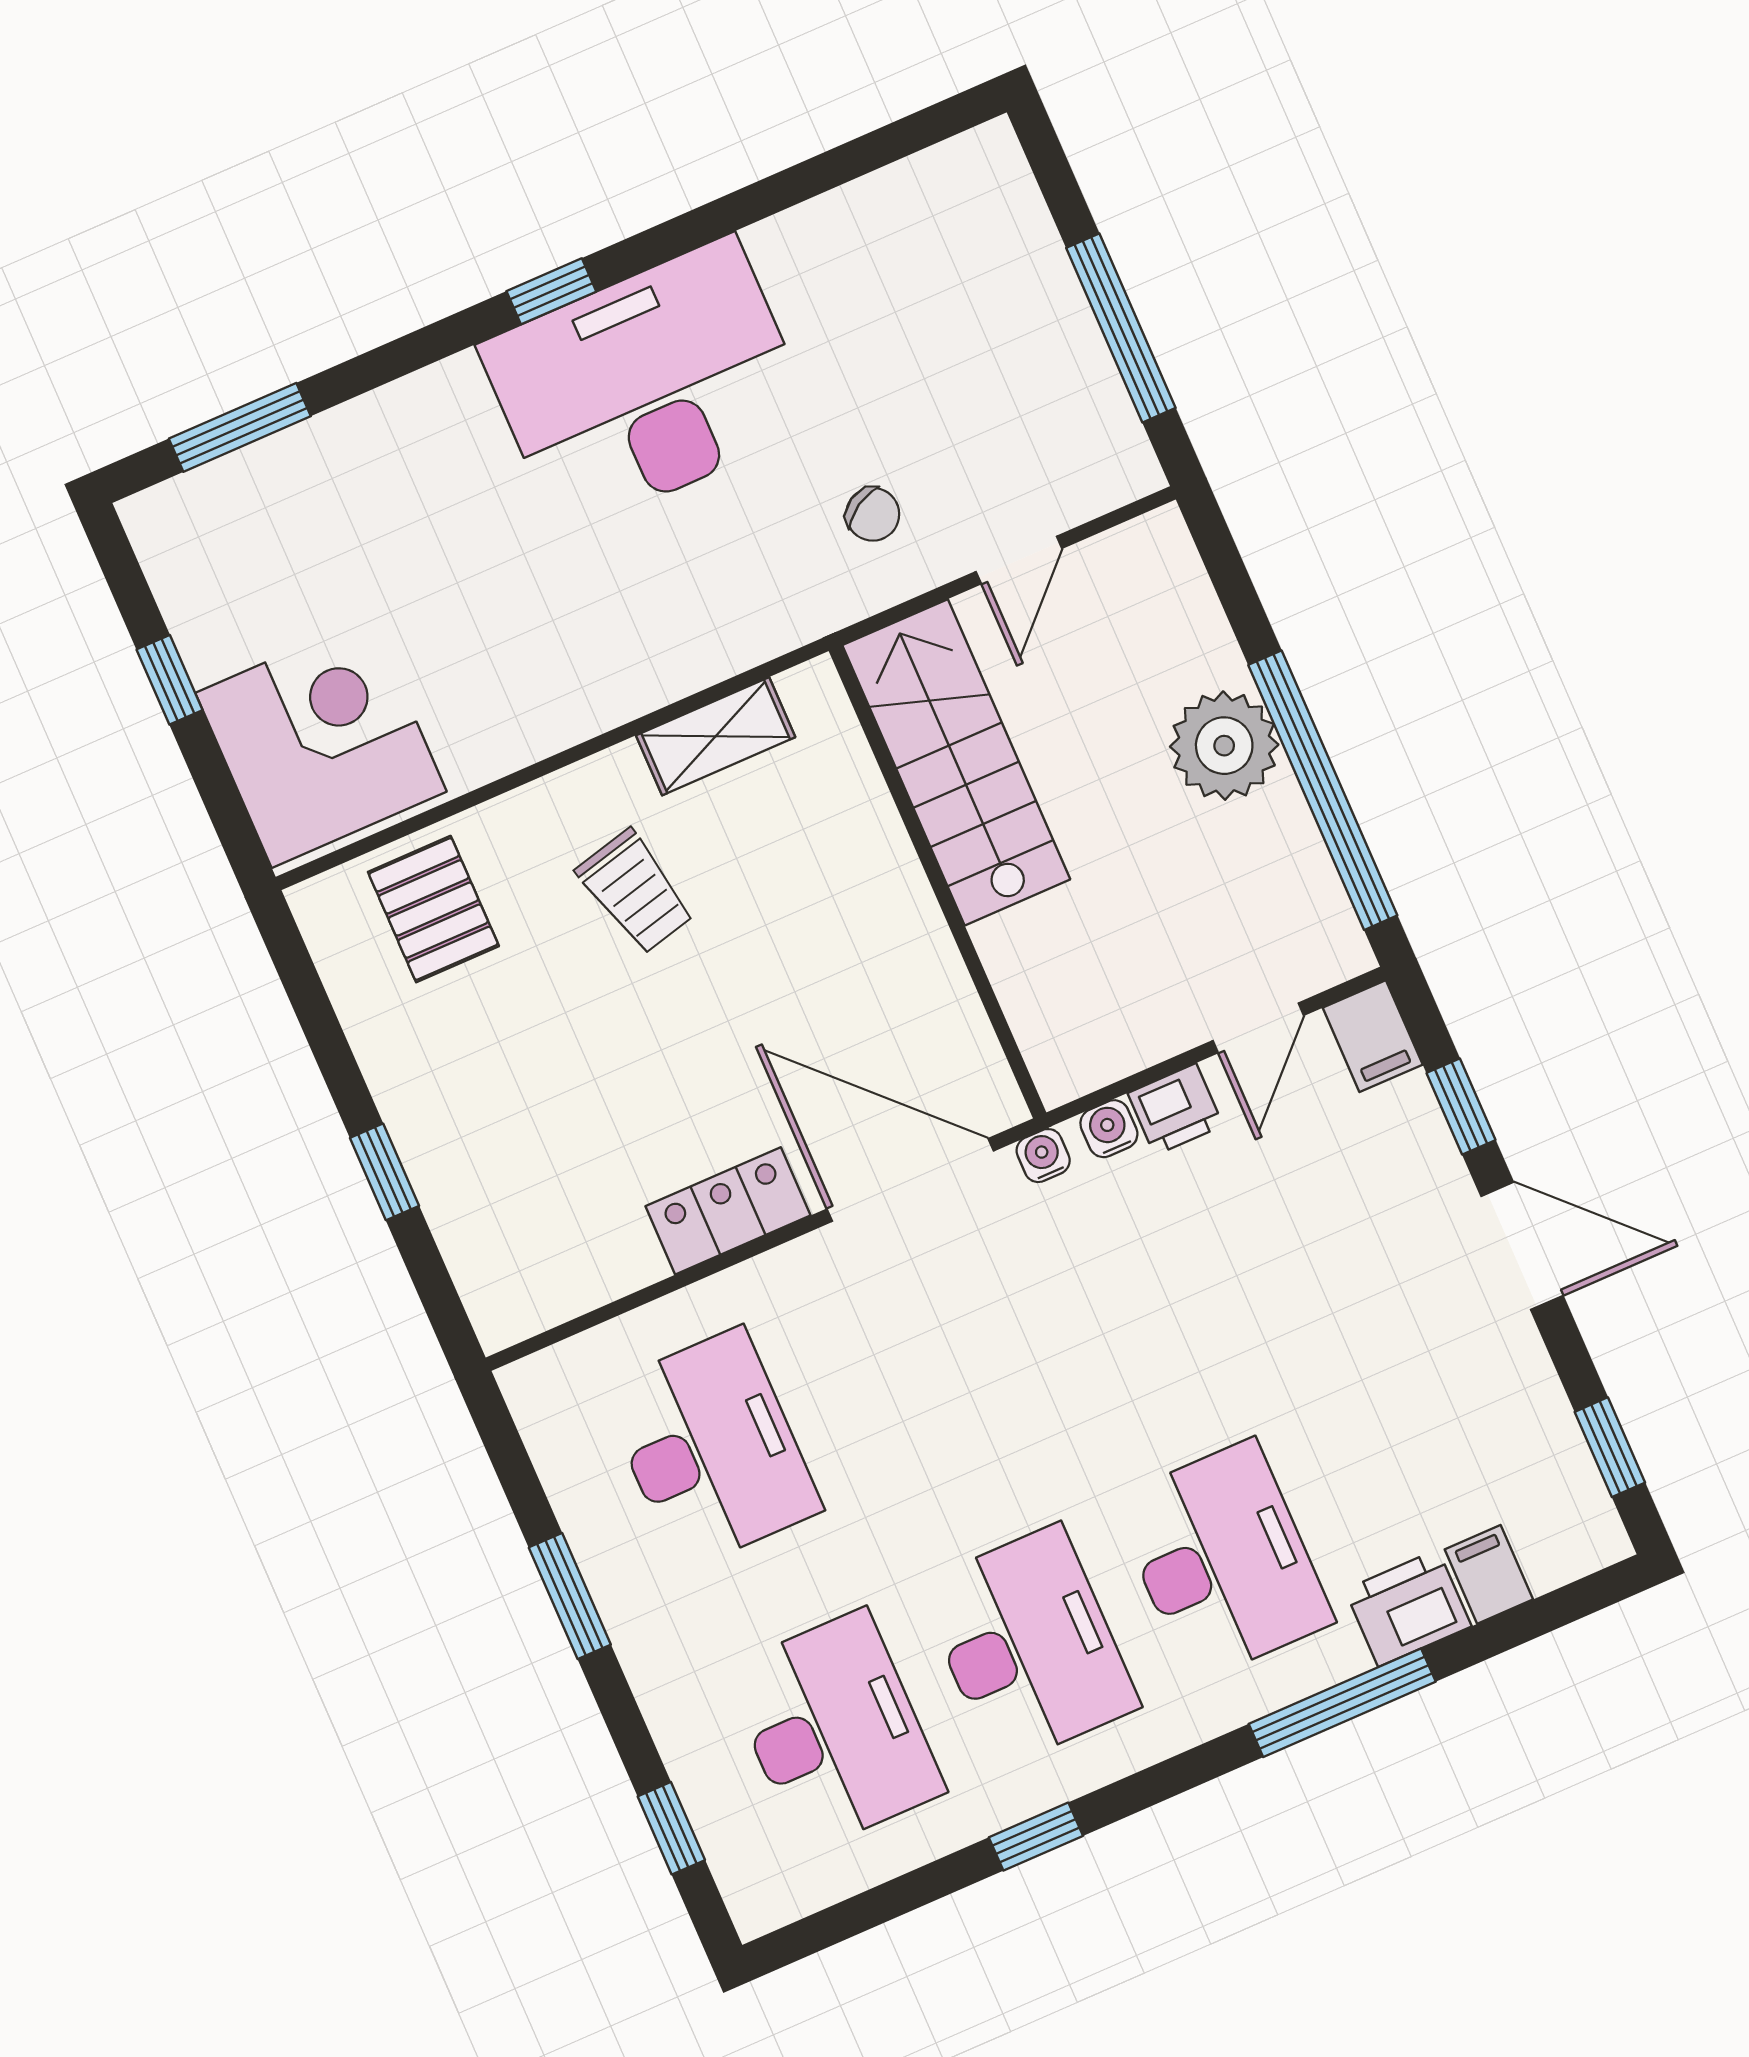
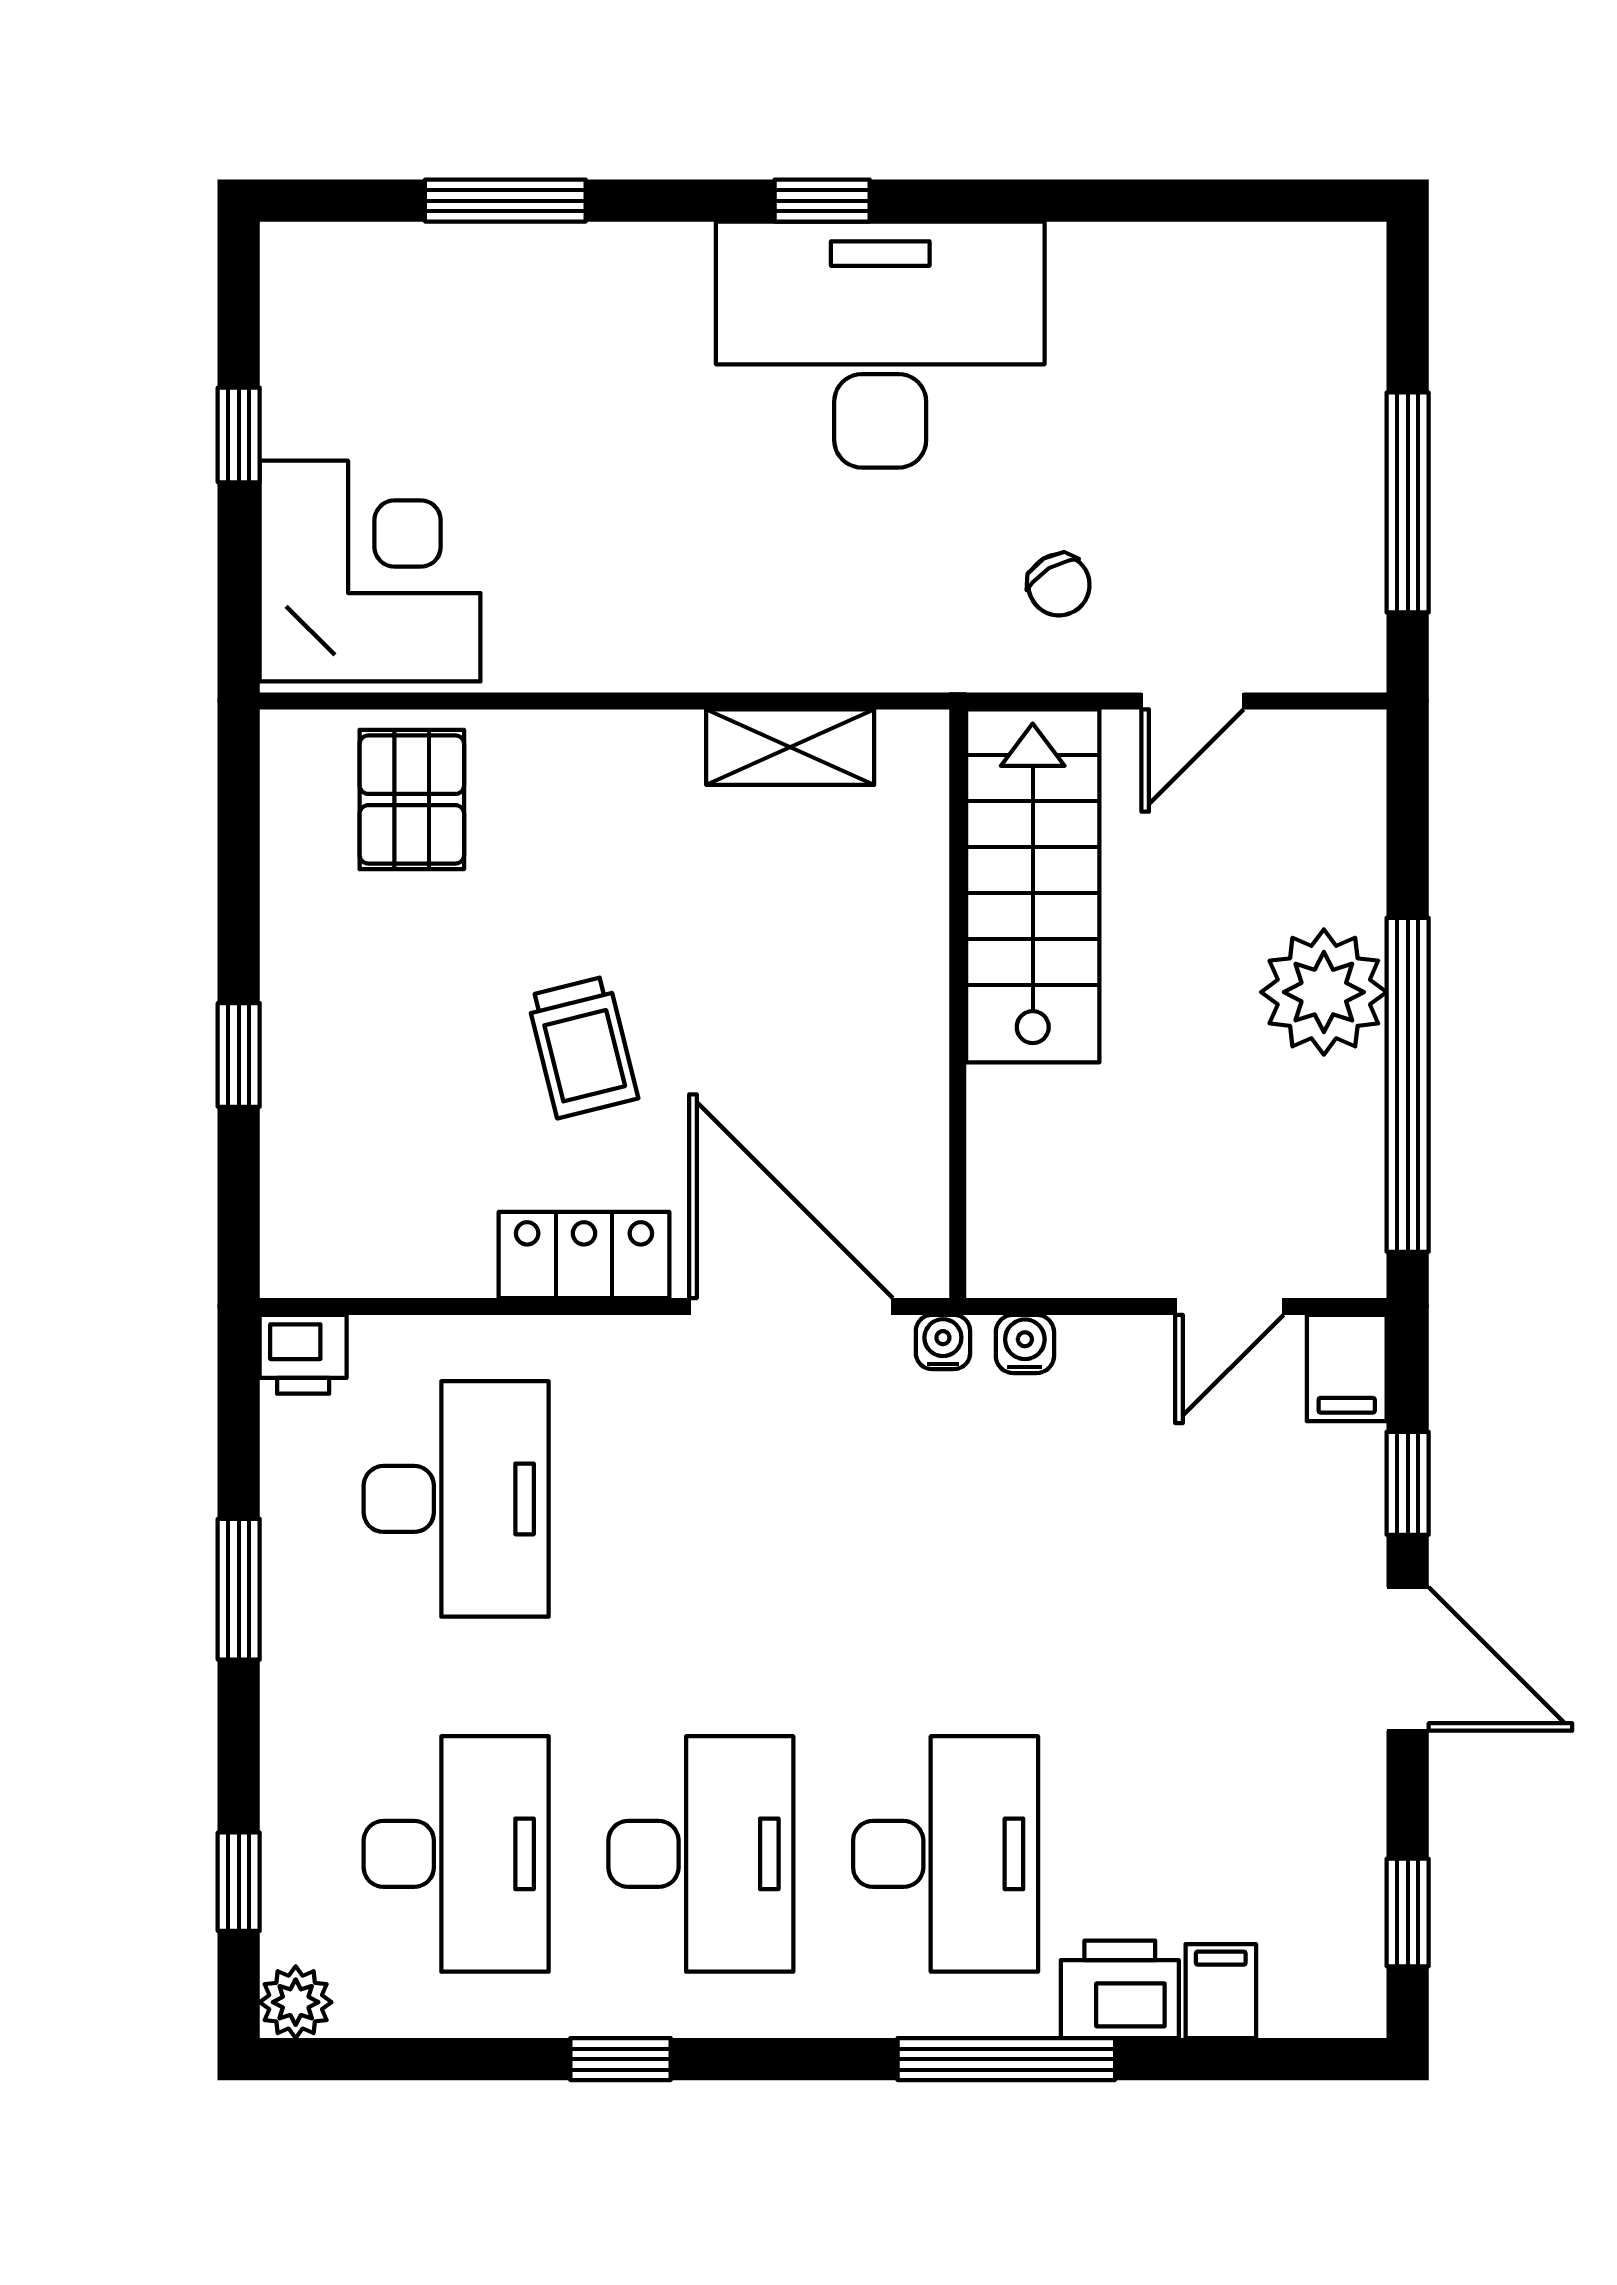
window: (240, 427) -> (505, 201), moved
trolley: (635, 892) -> (583, 1047), moved
printer: (1175, 1109) -> (303, 1354), moved
plant: (758, 1904) -> (296, 2002), added

